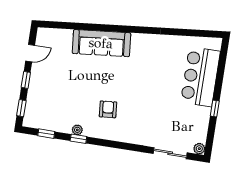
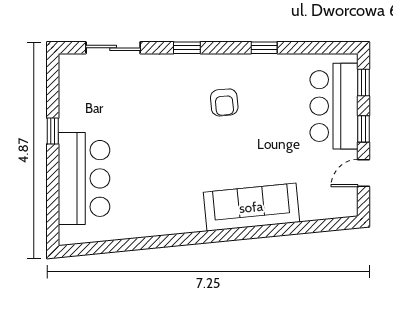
bar counter: (42, 97) -> (334, 106), added
plant: (77, 130) -> (268, 62), removed
window: (46, 134) -> (187, 48), moved
plant: (199, 149) -> (68, 63), removed

